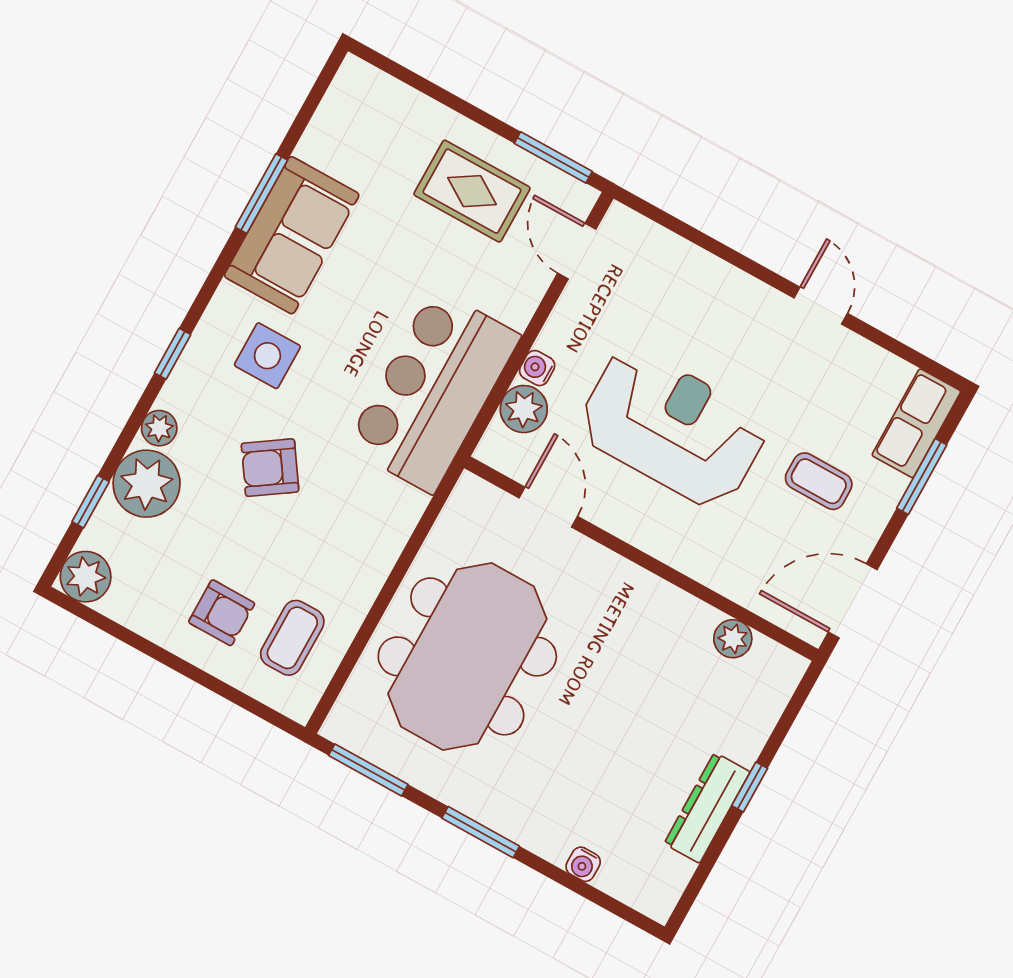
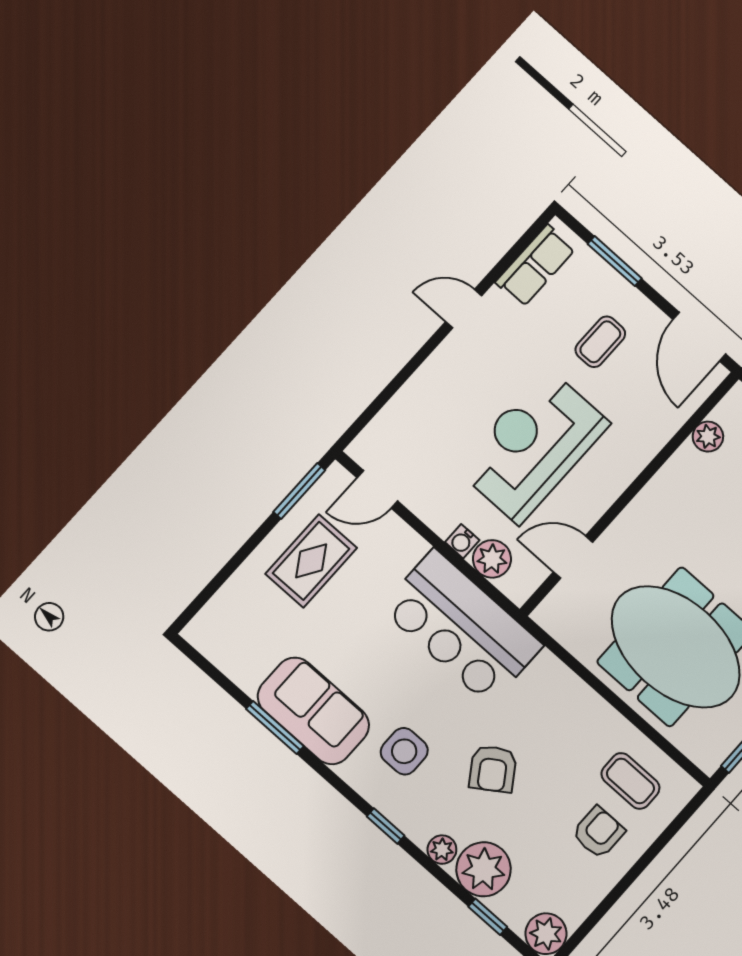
row of seats: (916, 423) -> (535, 266), moved, turned -90

